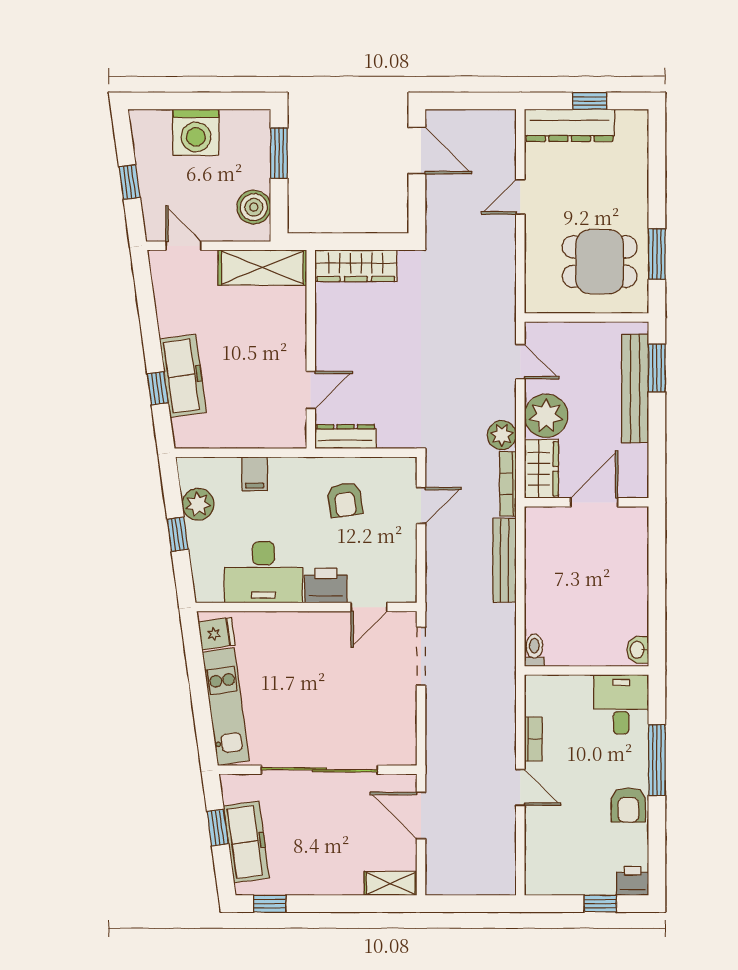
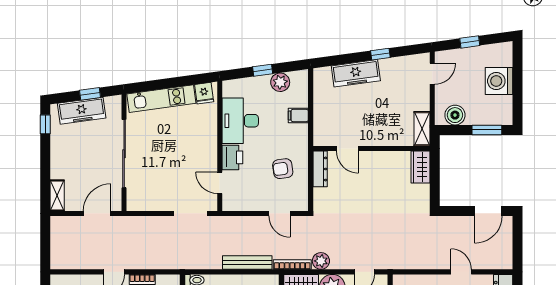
wardrobe: (356, 266) -> (421, 167), width x0.67
shelving: (262, 268) -> (422, 129), width x0.67, depth x0.75
window: (158, 388) -> (380, 54), moved

